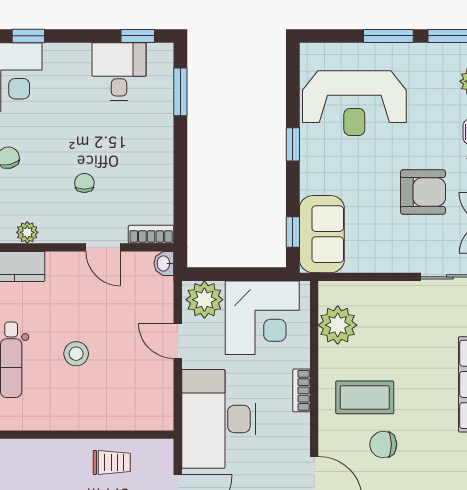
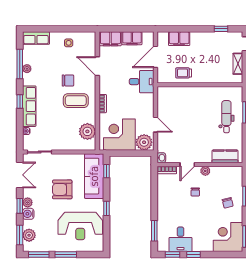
window: (28, 36) -> (194, 255), moved
reception desk: (354, 103) -> (80, 226), turned 180
armchair: (423, 192) -> (62, 189), moved
plant: (27, 232) -> (205, 171), moved
sofa: (322, 234) -> (94, 176), width x1.36
door: (103, 247) -> (187, 165), swing flipped
stool: (76, 354) -> (199, 119), removed
desk: (219, 419) -> (142, 82), width x0.53, depth x0.77

